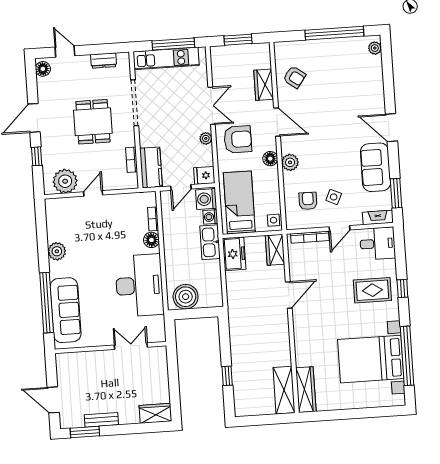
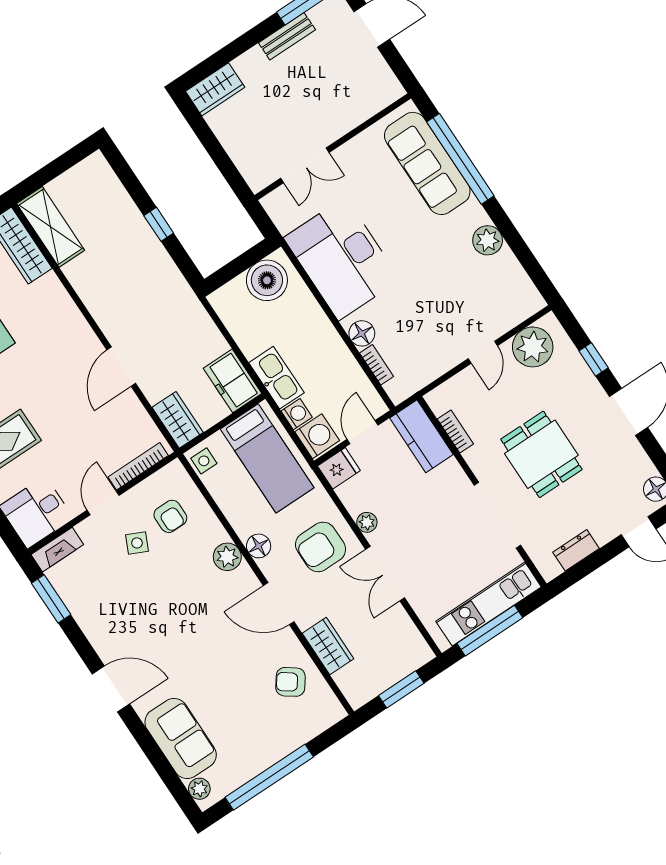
sofa: (376, 167) -> (181, 739), moved
window: (227, 376) -> (159, 224), moved

